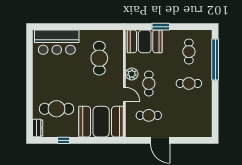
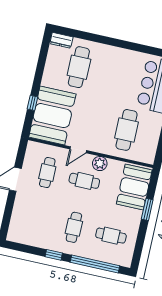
cafe table: (99, 58) -> (127, 130), turned 90
window: (215, 95) -> (54, 255), added
window: (64, 140) -> (32, 103), moved

